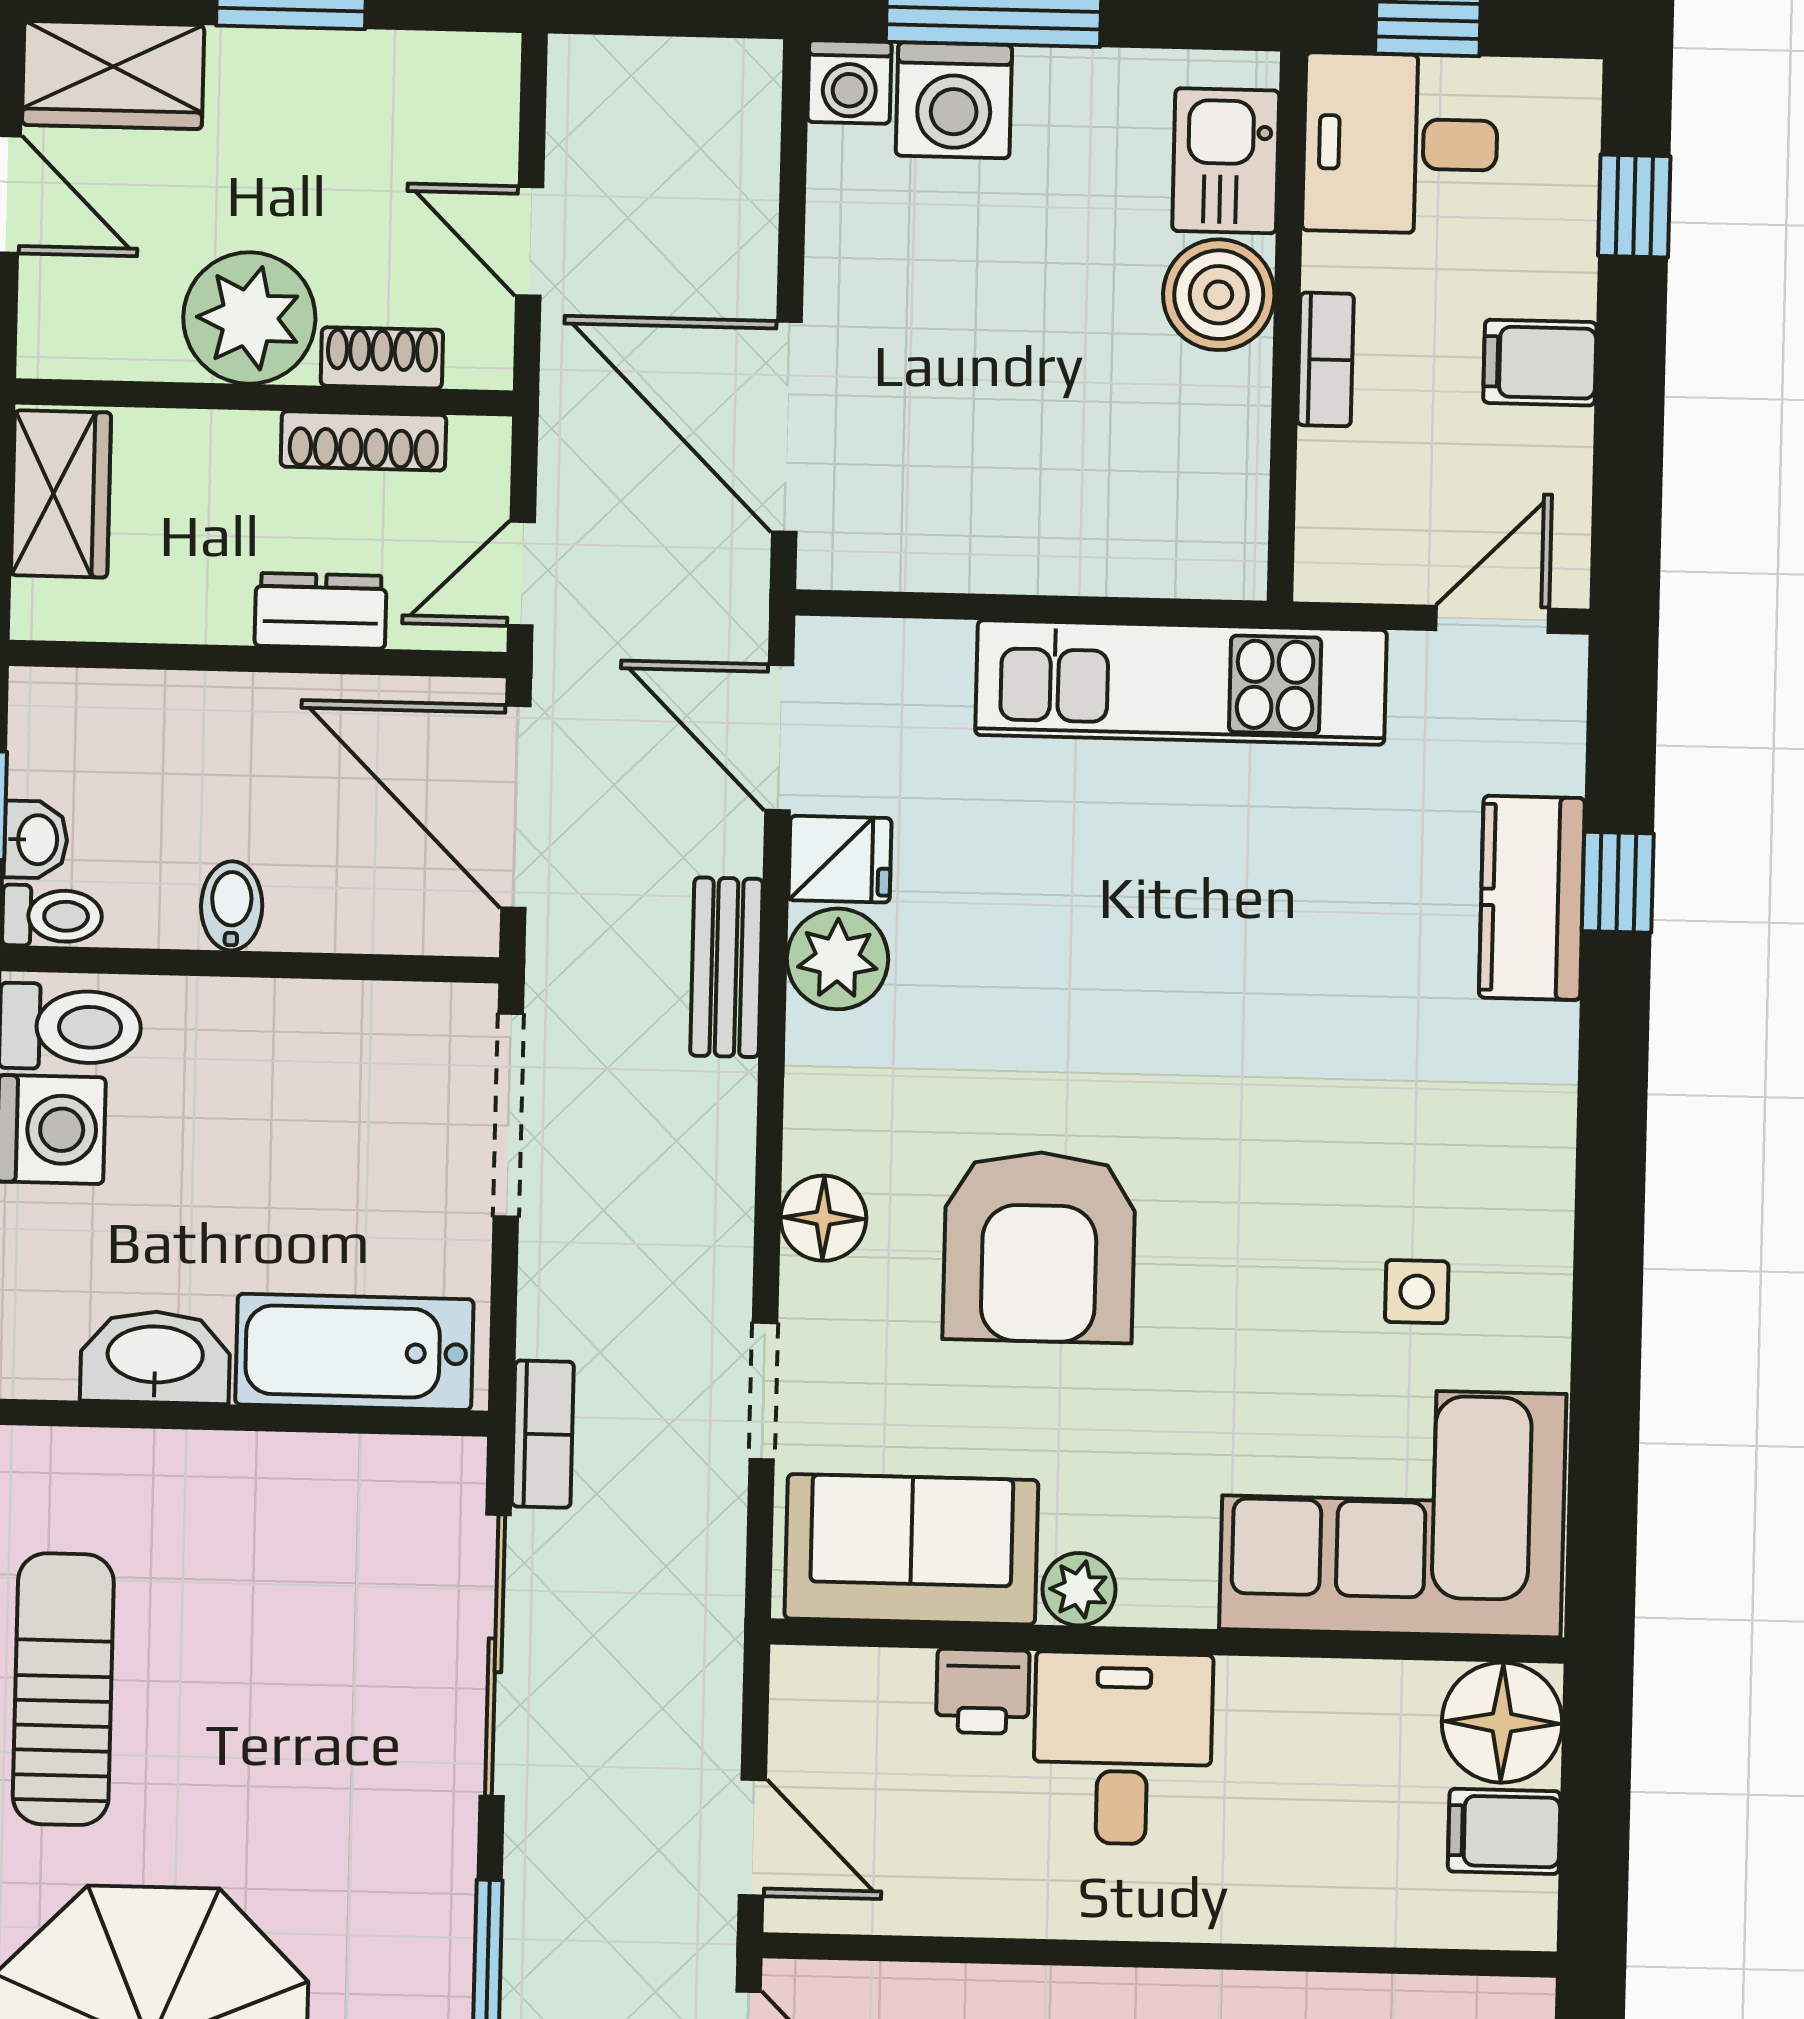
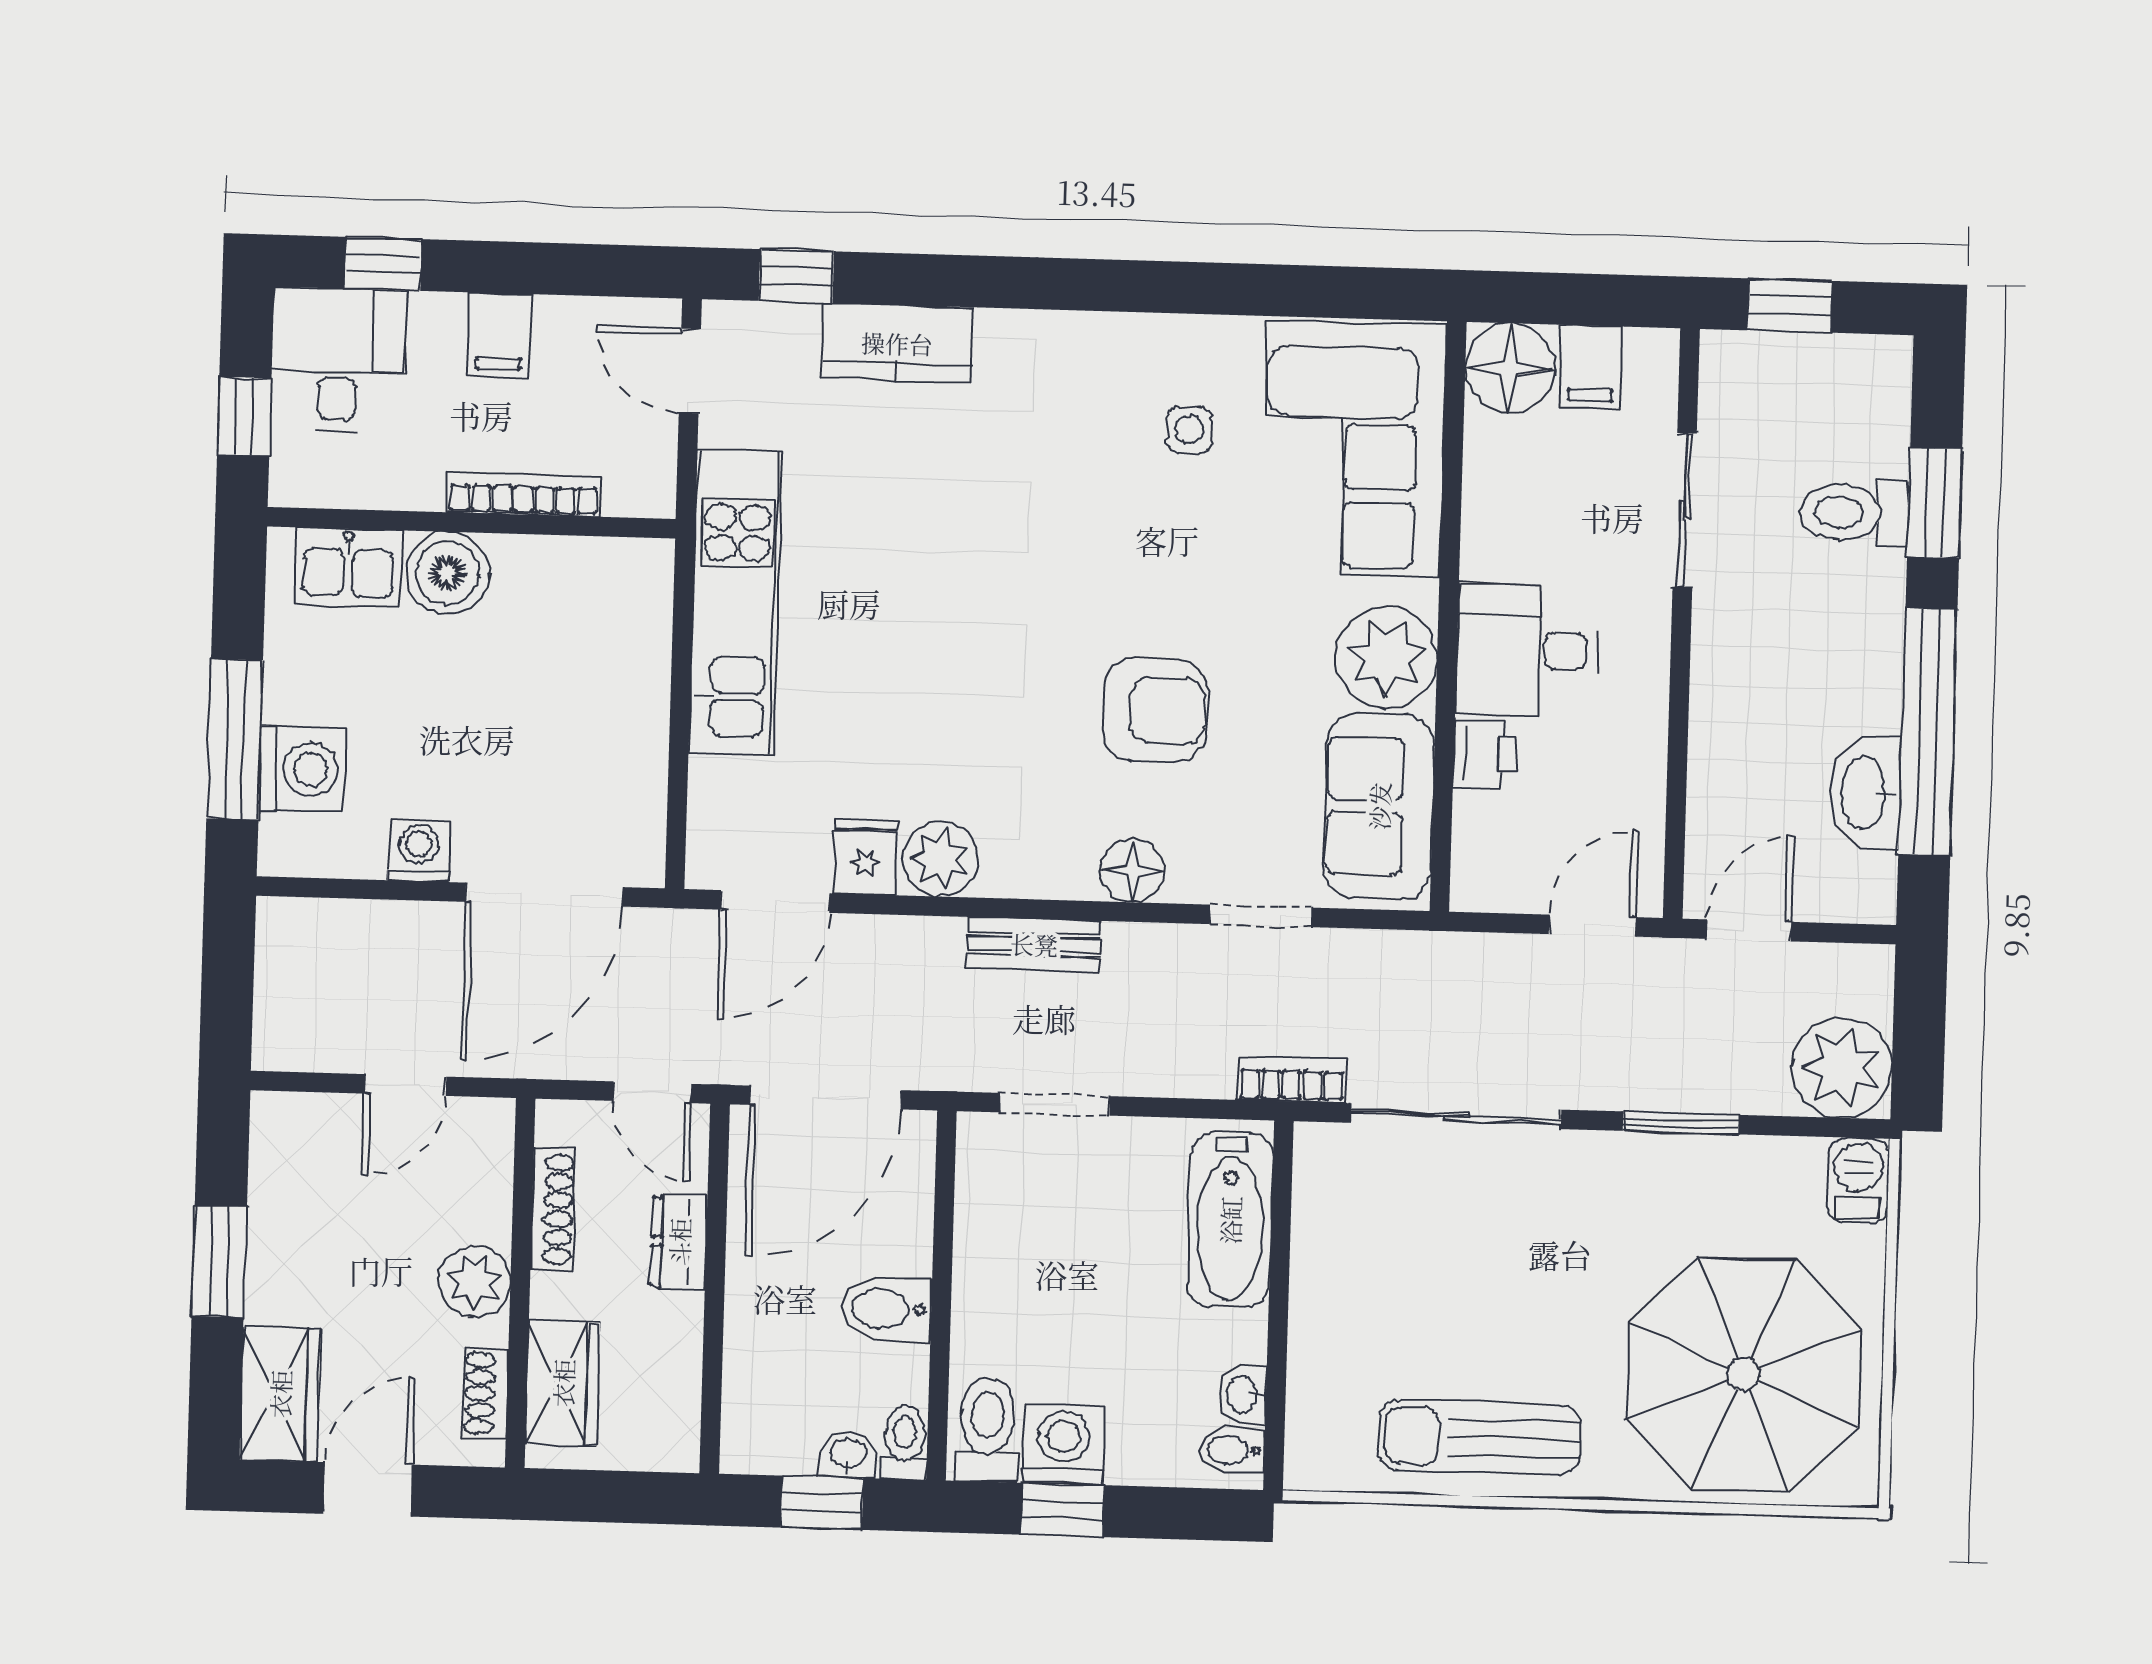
washing machine: (849, 82) -> (419, 851), moved, turned -90
desk: (1400, 144) -> (338, 360), moved, turned 180
plant: (249, 318) -> (475, 1281), width x0.73, depth x0.73
shoe rack: (382, 358) -> (485, 1394), moved
bookcase: (1326, 359) -> (524, 495), width x1.56
wardrobe: (61, 494) -> (563, 1383), moved, turned 90
window: (1618, 882) -> (796, 276), moved
bidet: (232, 906) -> (886, 1309), width x1.38, depth x1.36
bench: (726, 967) -> (1034, 944), moved
doorway: (508, 1115) -> (1055, 1104), width x0.73
armchair: (1039, 1247) -> (1155, 710), width x0.73, depth x0.73
bidet: (44, 1356) -> (1232, 1450), added
washbasin: (155, 1357) -> (1243, 1394), width x0.52, depth x0.69
plant: (1079, 1589) -> (1386, 658), width x1.87, depth x1.87
sliding door: (1312, 1959) -> (1685, 510), added

